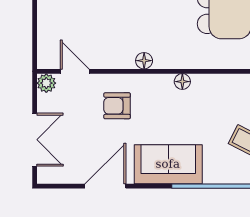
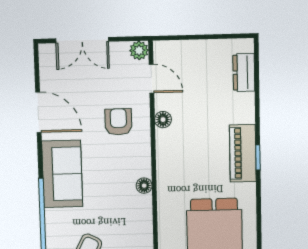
floor lamp: (144, 61) -> (163, 120), moved
door: (75, 71) -> (151, 79), hinge flipped

